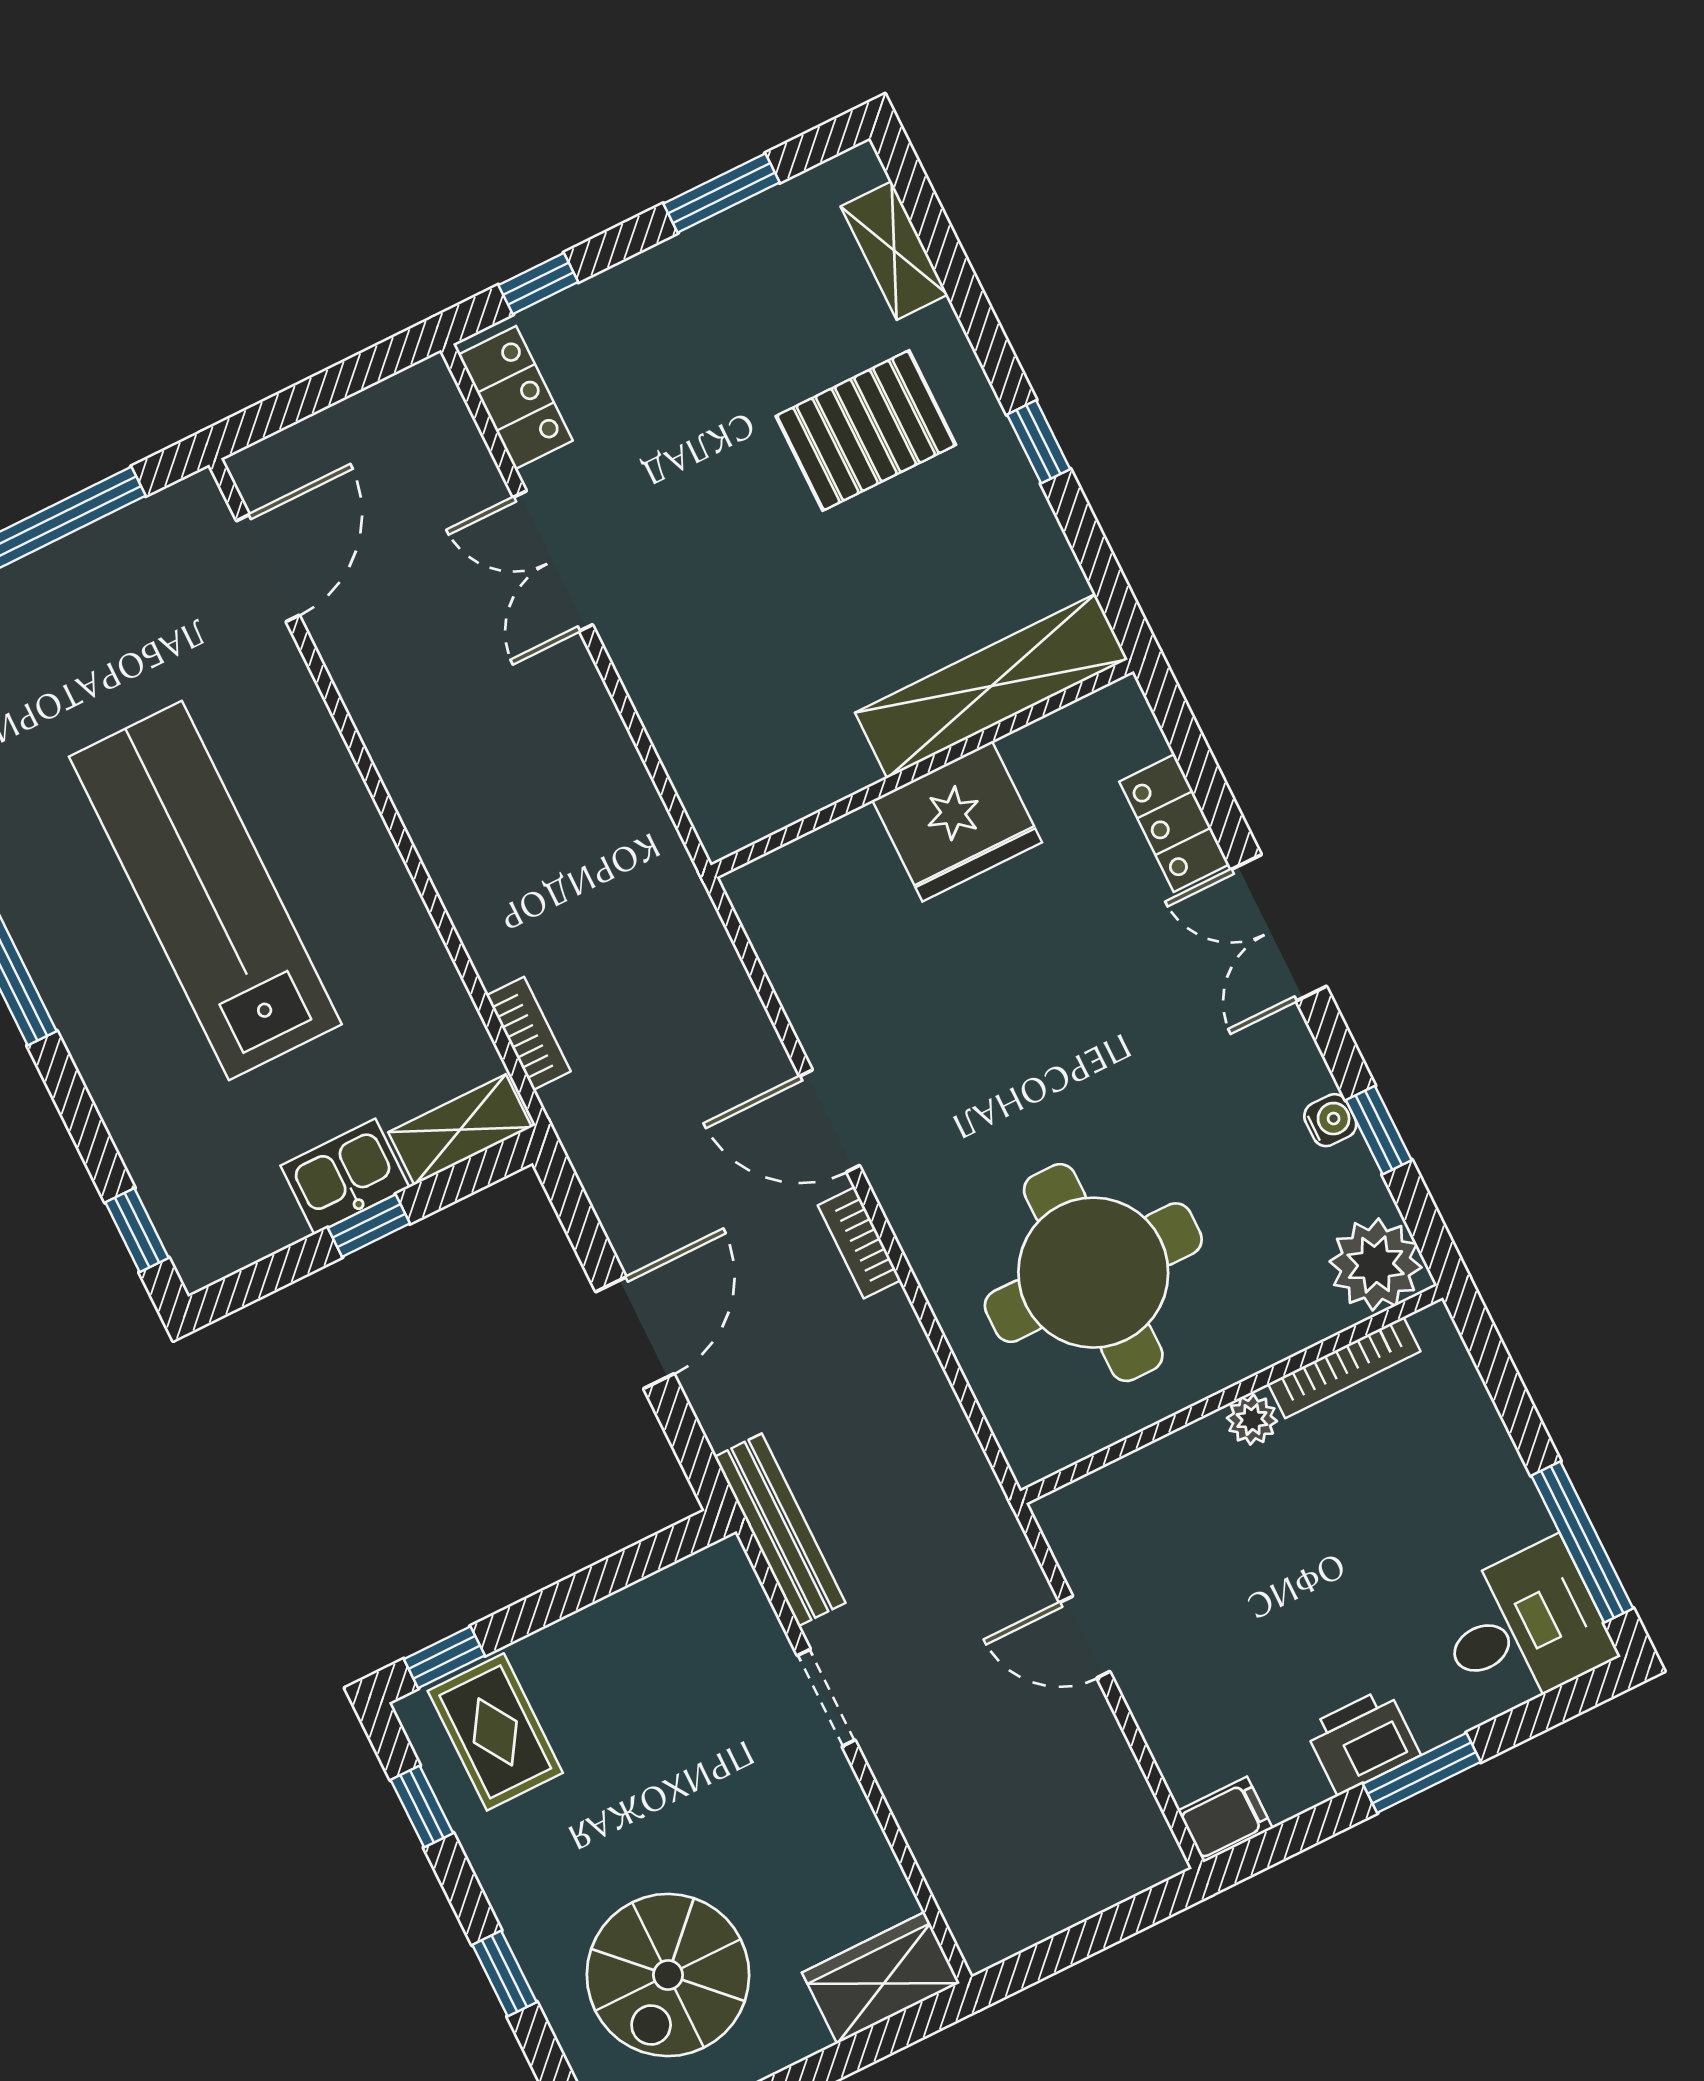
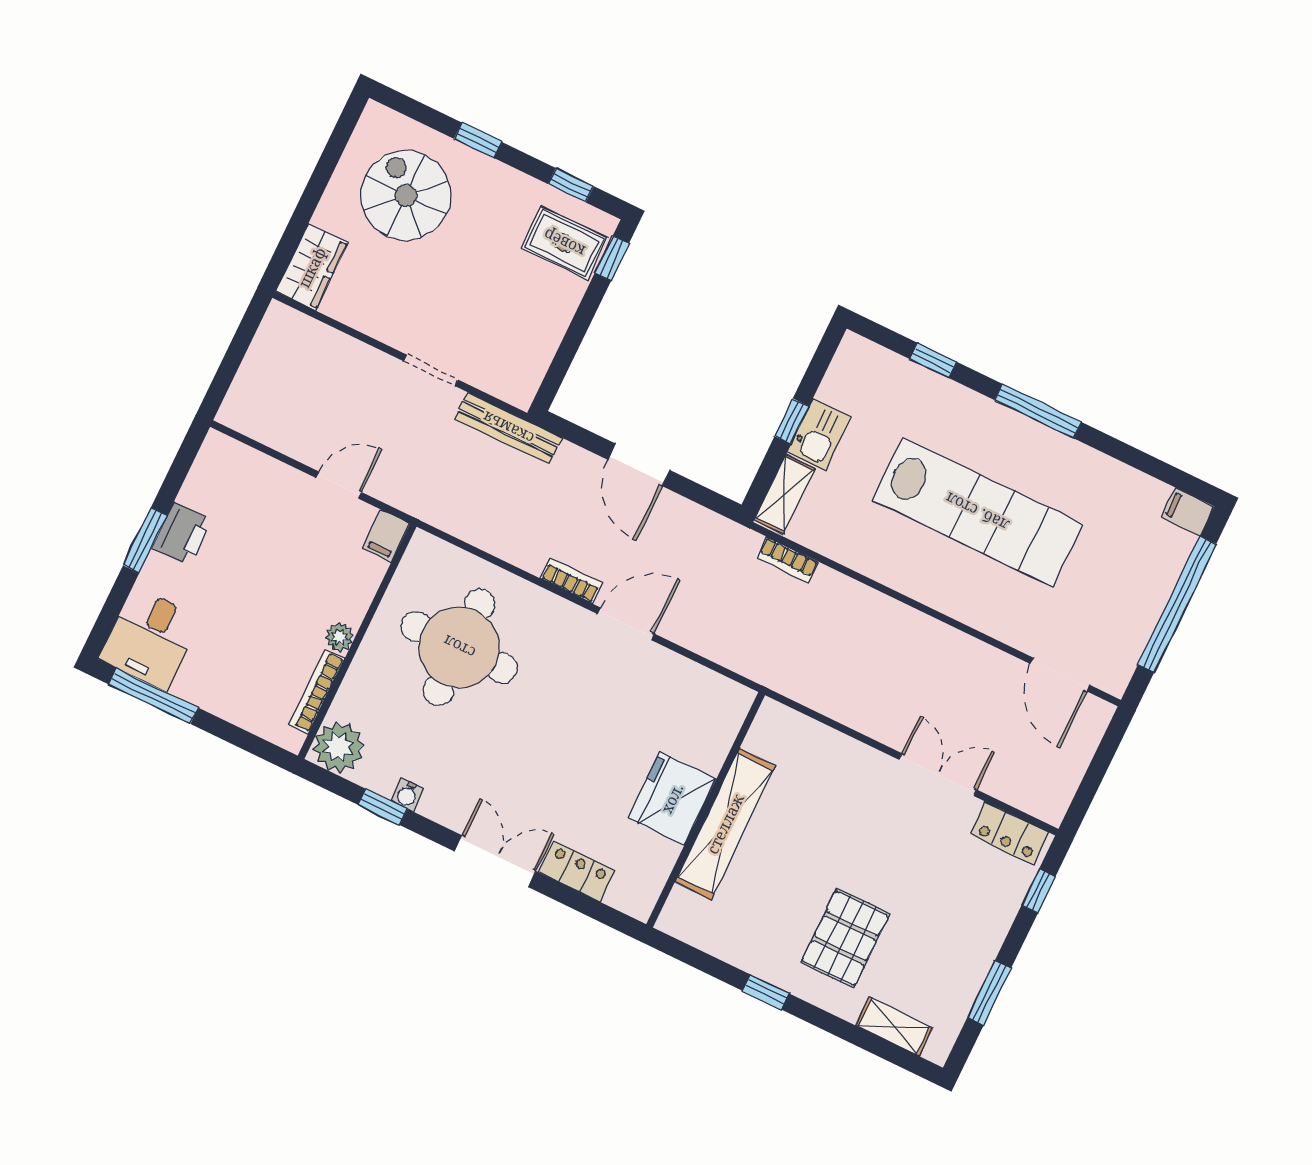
shelving: (991, 686) -> (725, 824), moved
window: (137, 1230) -> (933, 360), moved
filing cabinet: (1225, 1820) -> (386, 536), moved

